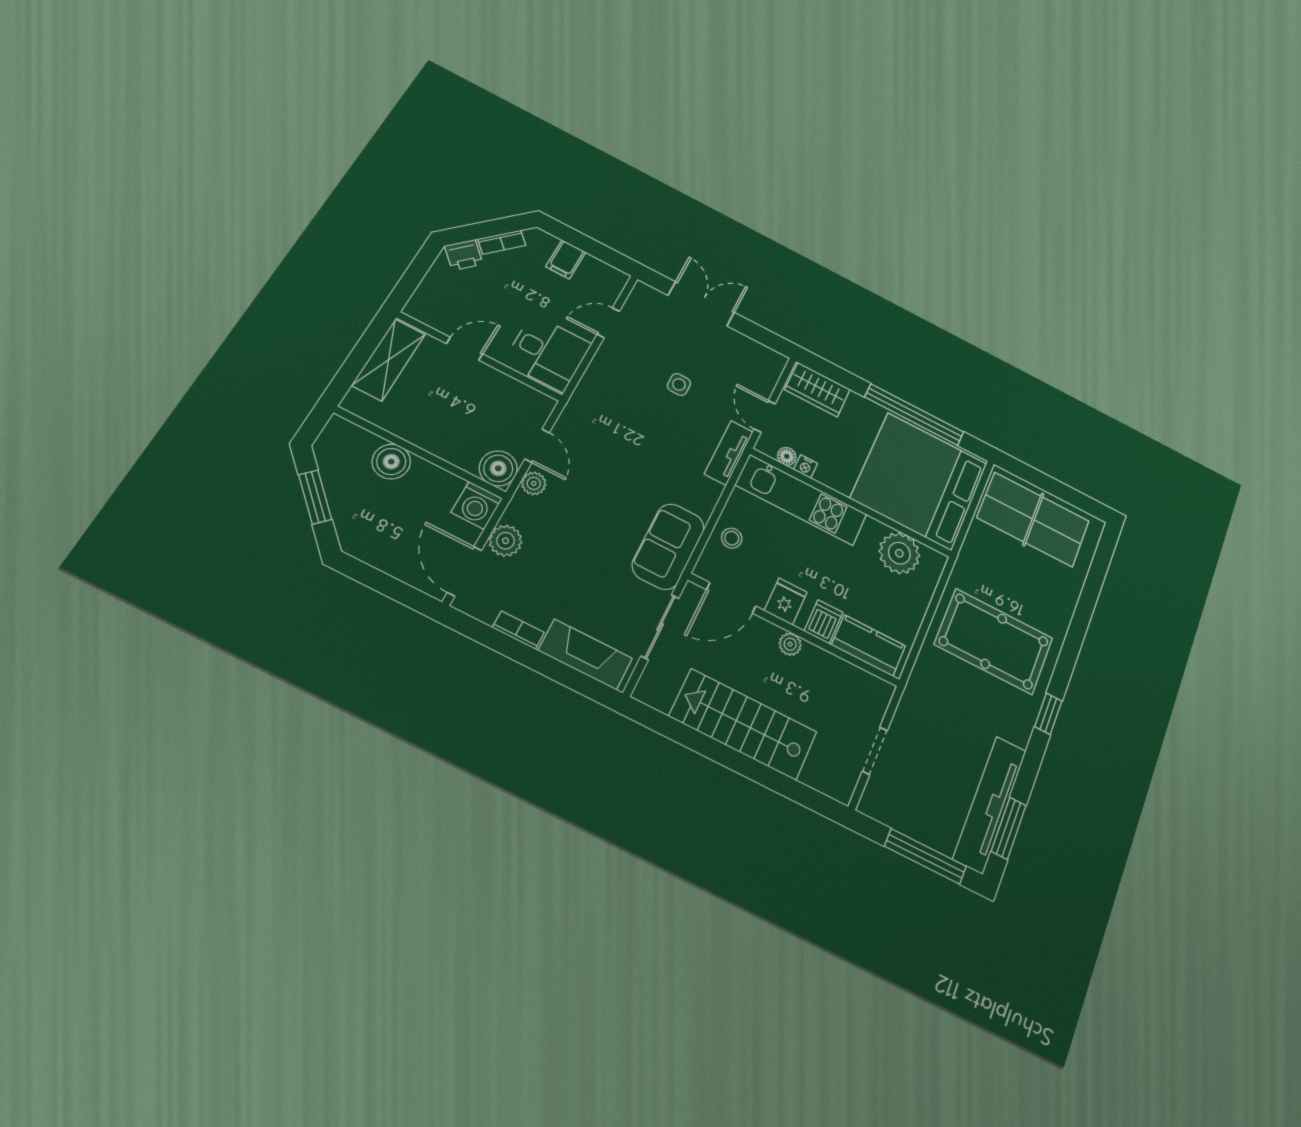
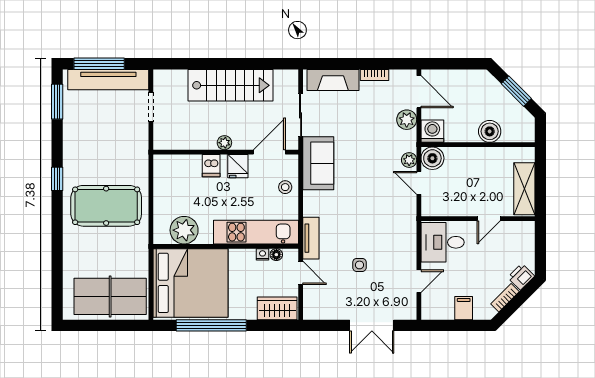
kitchen counter: (869, 645) -> (179, 165), removed
tv unit: (990, 804) -> (108, 80), moved, turned 90

